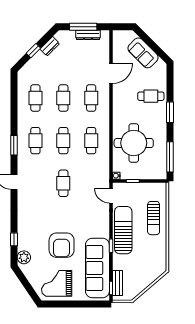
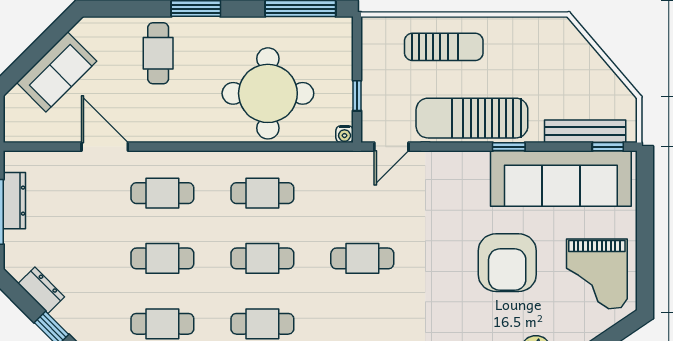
armchair: (62, 245) -> (507, 263), turned 90
bench: (118, 283) -> (585, 131), width x1.36

